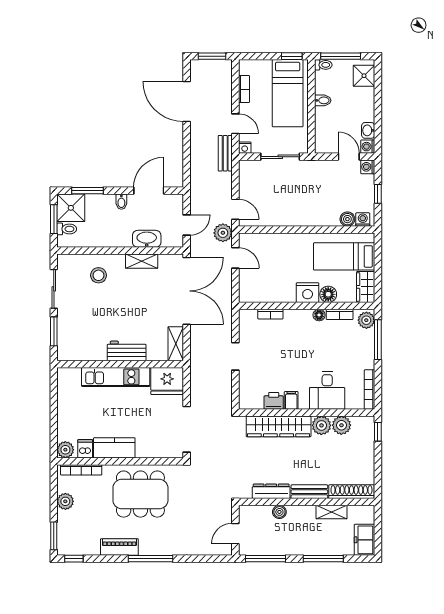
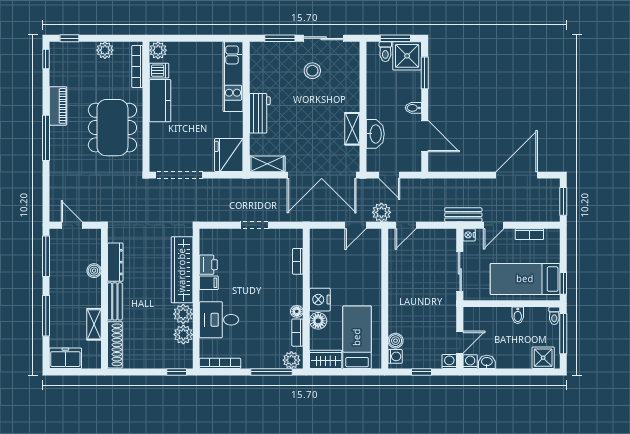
stool: (98, 275) -> (312, 71), moved
kitchen unit: (116, 377) -> (233, 77), moved
window: (54, 536) -> (69, 38), width x0.67

